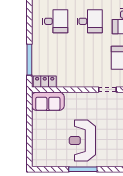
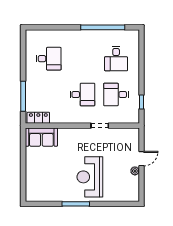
desk: (90, 21) -> (82, 95), moved
reception desk: (82, 141) -> (90, 177), moved

